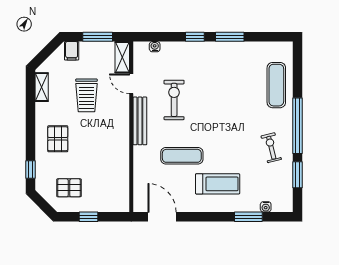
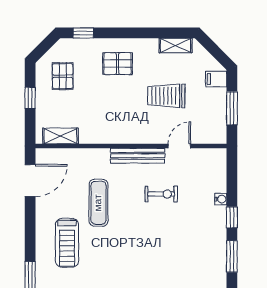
water cooler: (155, 47) -> (221, 199), moved
shelving: (122, 57) -> (60, 136), moved
exercise bike: (174, 100) -> (161, 194), width x0.73, depth x0.72

